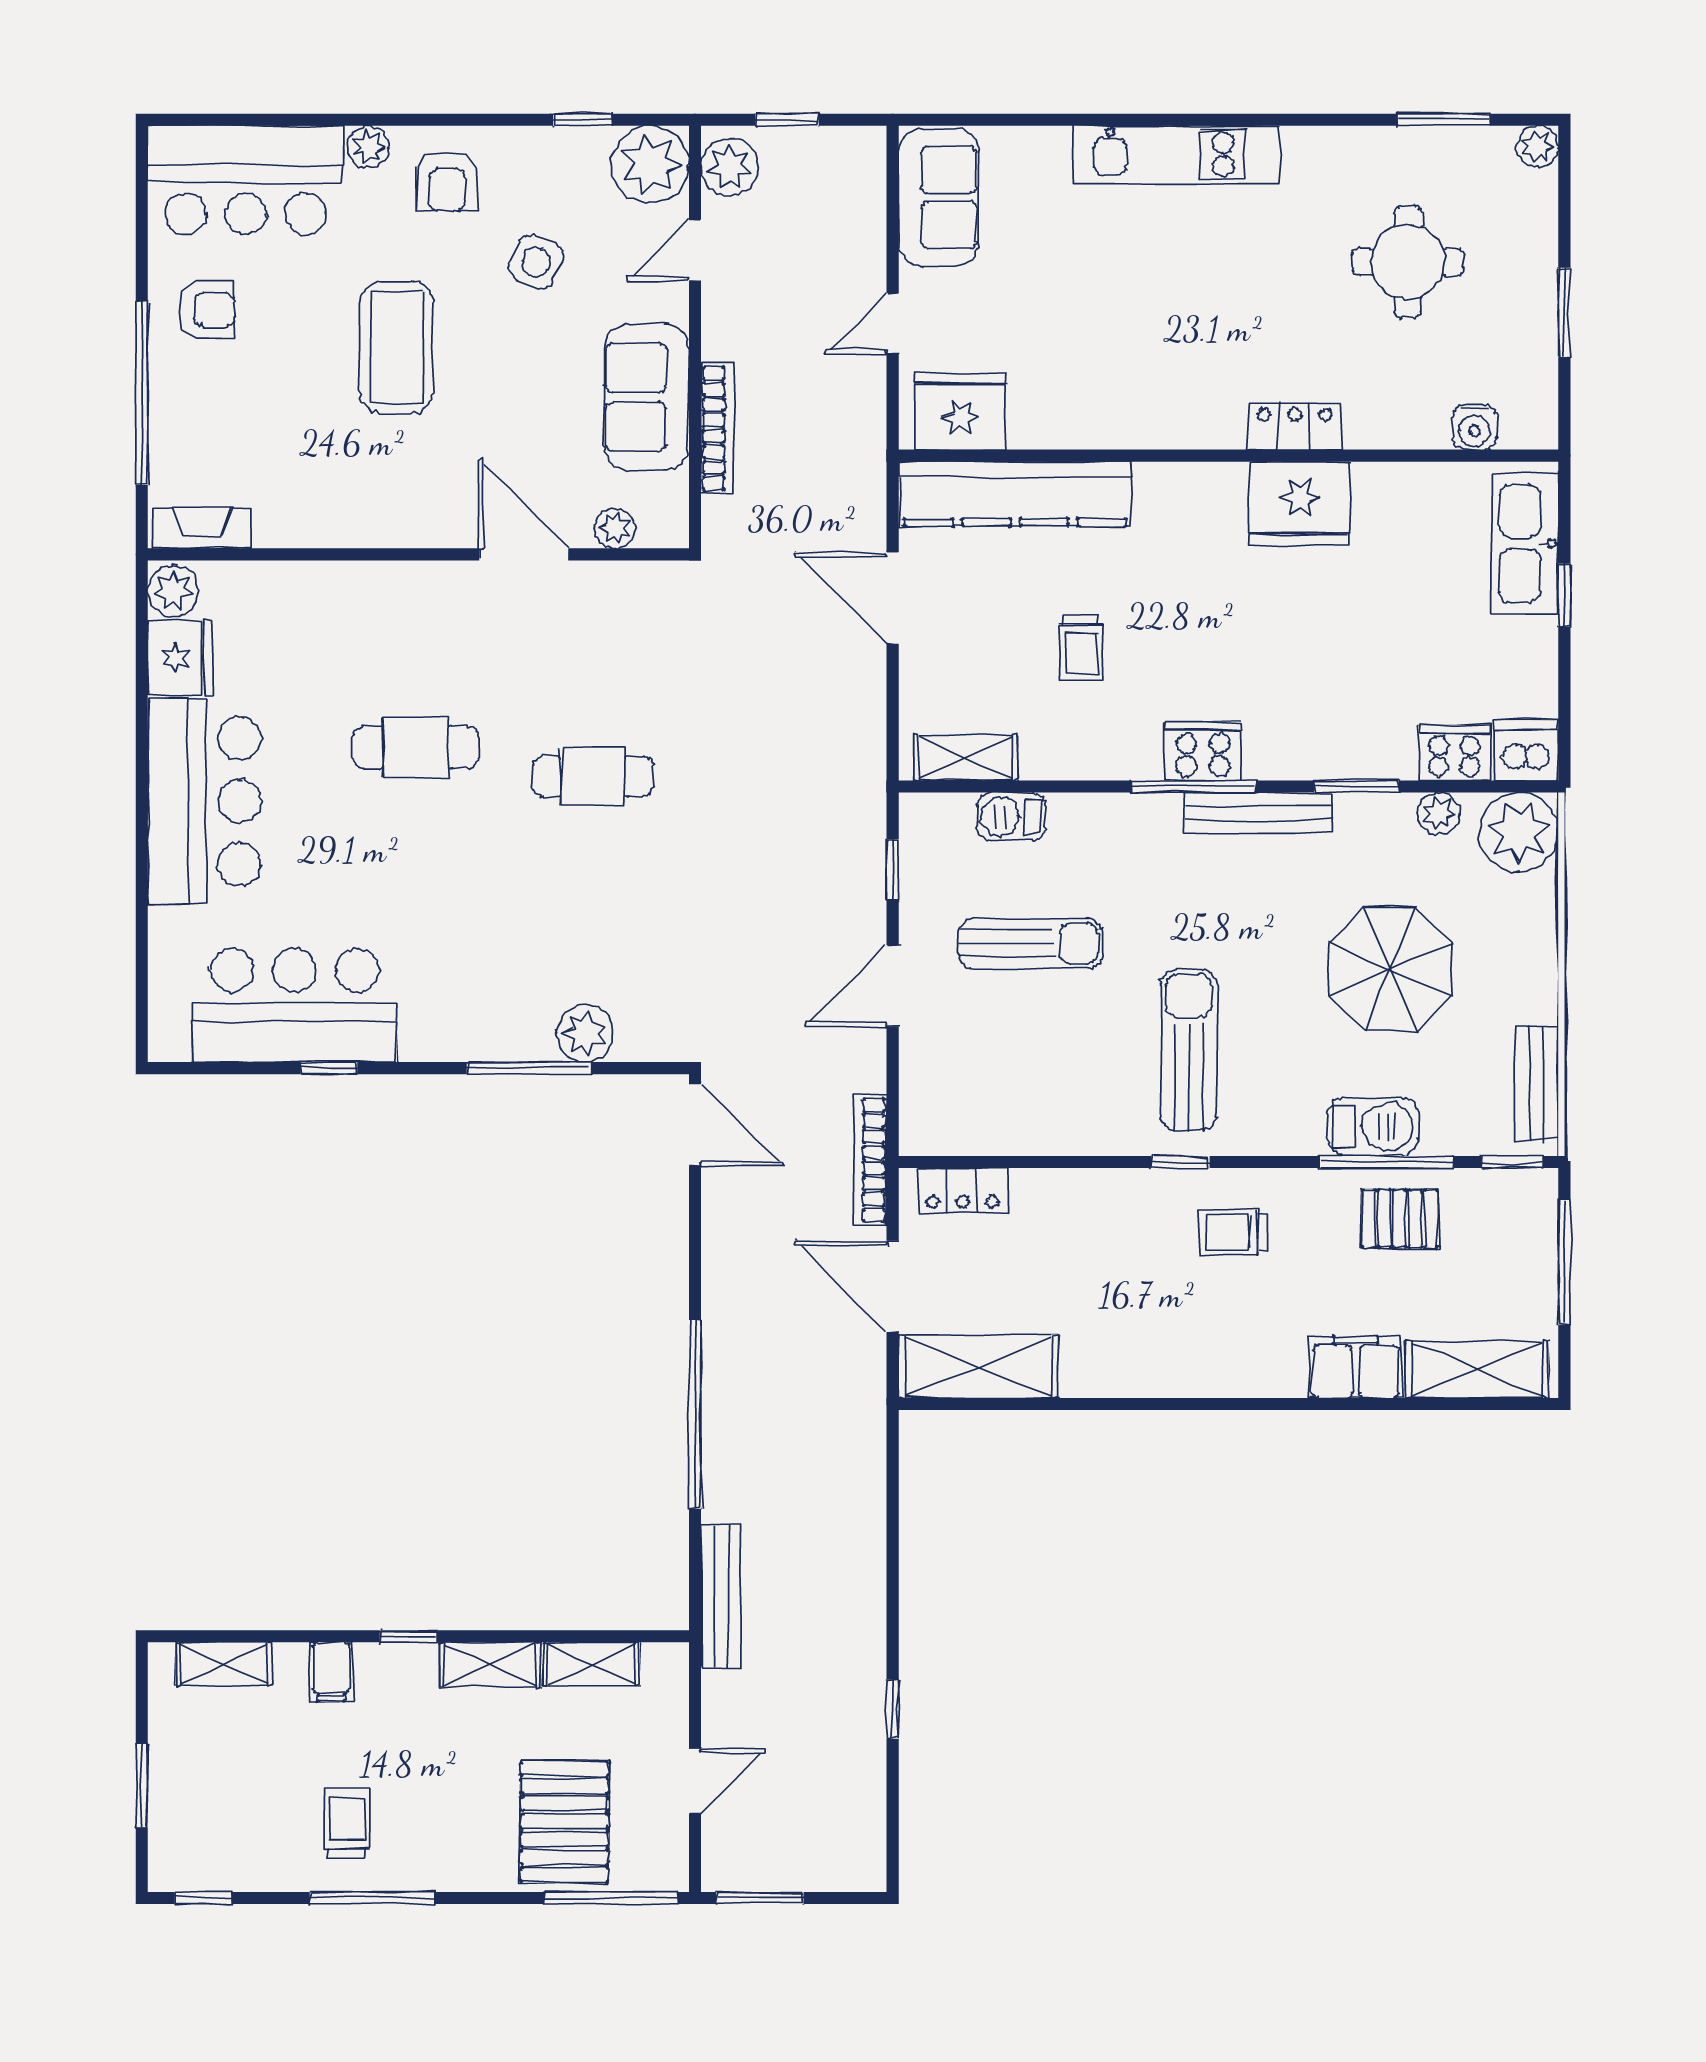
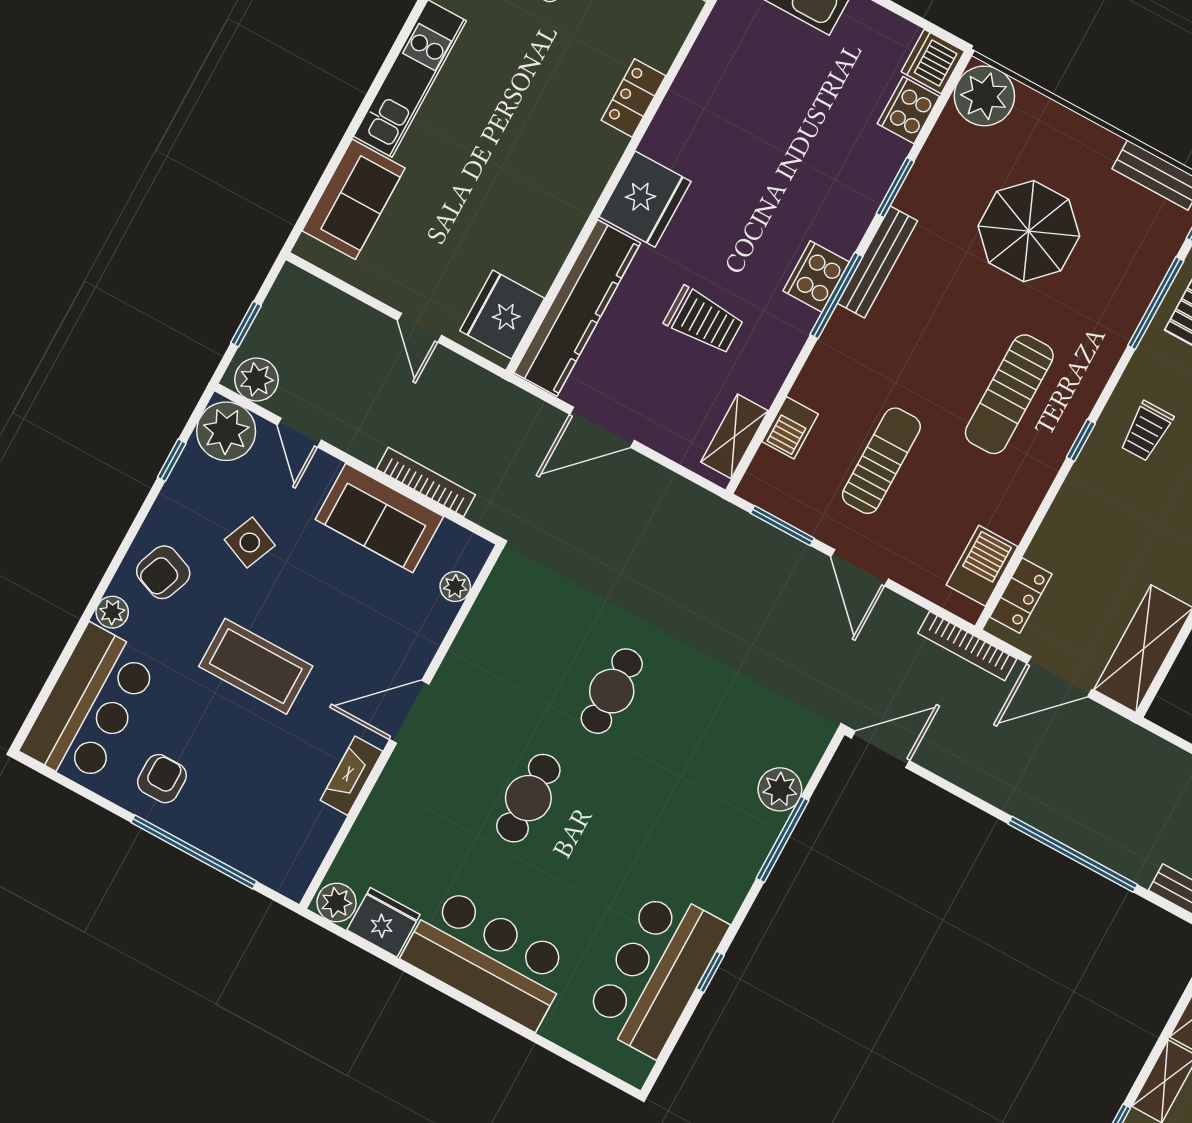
armchair: (447, 181) -> (163, 572), turned 111
sofa: (938, 197) -> (354, 199), moved, turned 90
fridge: (1300, 504) -> (645, 199), moved
fireplace: (202, 528) -> (351, 776), moved
door: (524, 554) -> (409, 712), moved
trolley: (1081, 648) -> (704, 320), width x1.36, depth x1.39
plant: (1439, 814) -> (943, 142), removed
window: (893, 870) -> (782, 526), width x1.50
sun lounger: (1189, 1050) -> (1009, 394), turned -90
barbecue: (1373, 1127) -> (982, 566), moved

